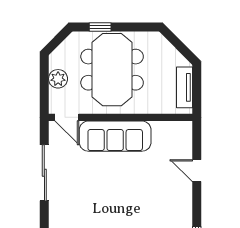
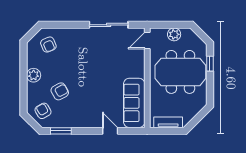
sofa: (115, 136) -> (134, 103), moved
door: (197, 171) -> (110, 131), hinge flipped

